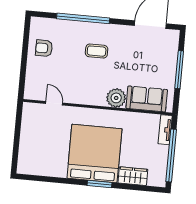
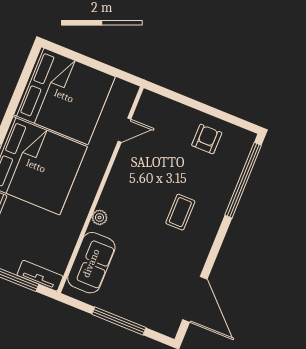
window: (83, 18) -> (243, 180), moved
plant: (116, 98) -> (100, 217), width x0.53, depth x0.53
bed: (44, 149) -> (64, 96), added

